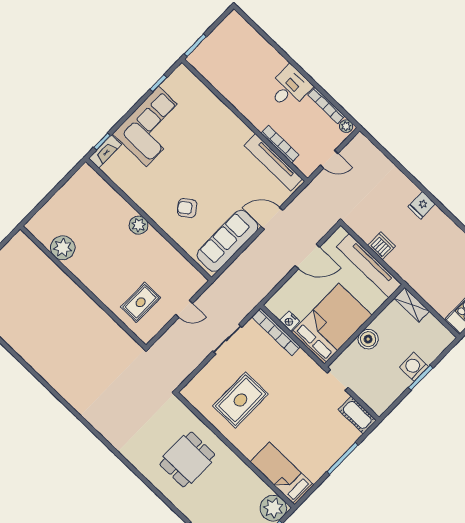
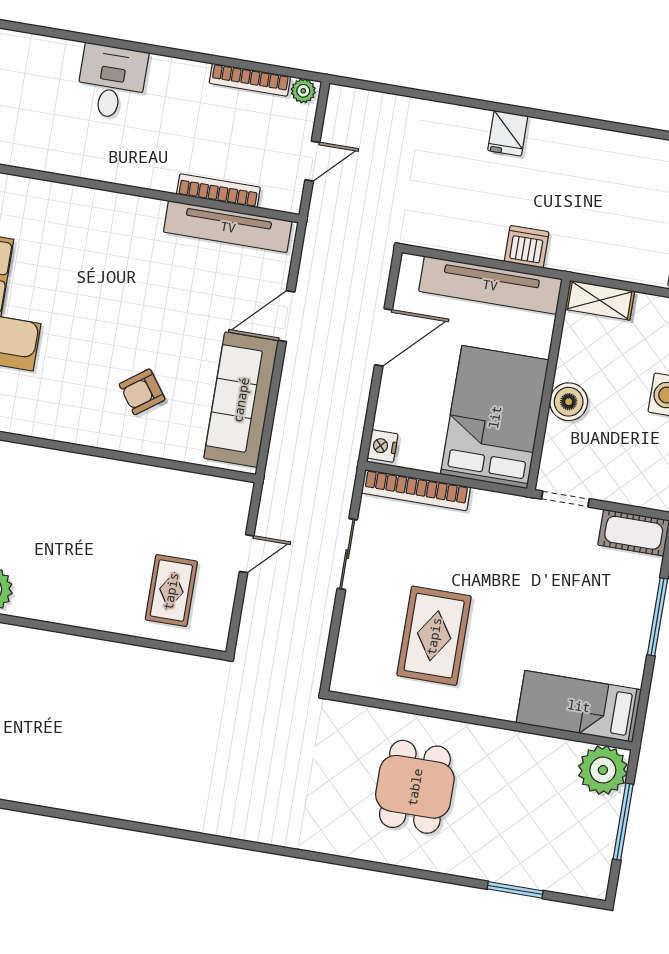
desk: (289, 88) -> (112, 82), moved
plant: (139, 225) -> (84, 471), removed
dishwasher: (382, 246) -> (527, 247), moved
nightstand: (290, 321) -> (383, 446), moved, turned 90

